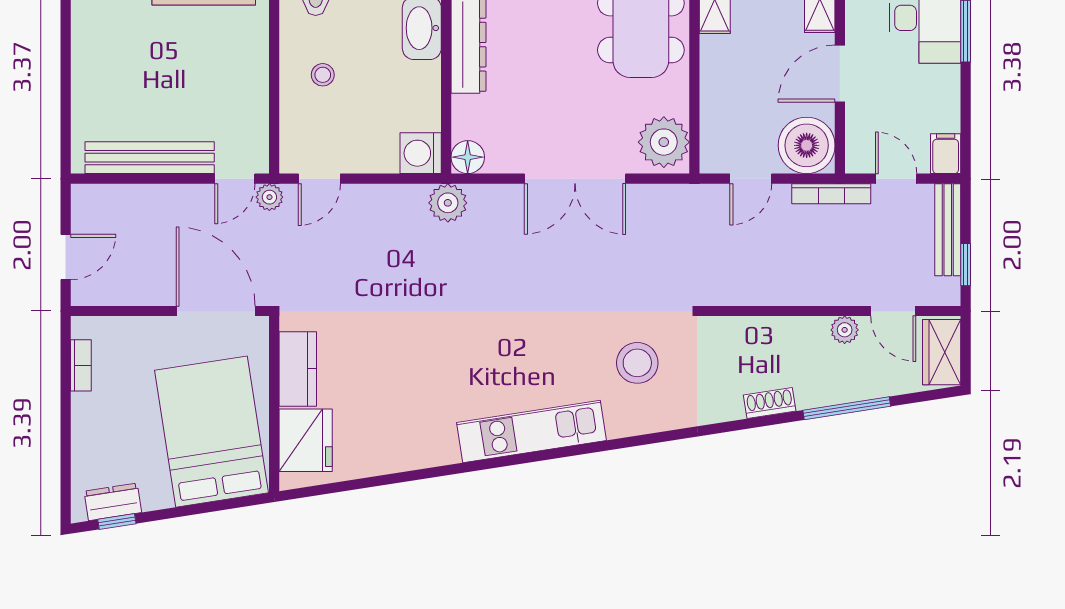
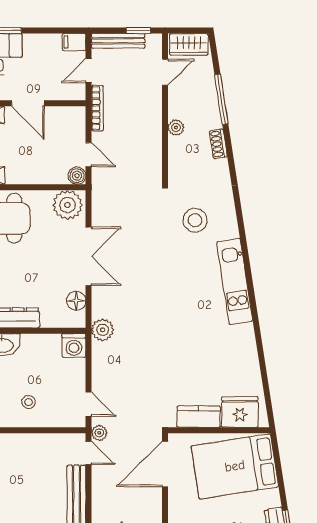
boiler: (807, 145) -> (77, 176), moved, width x0.54, depth x0.54
floor lamp: (468, 157) -> (76, 301), moved
plant: (845, 330) -> (176, 128), moved

